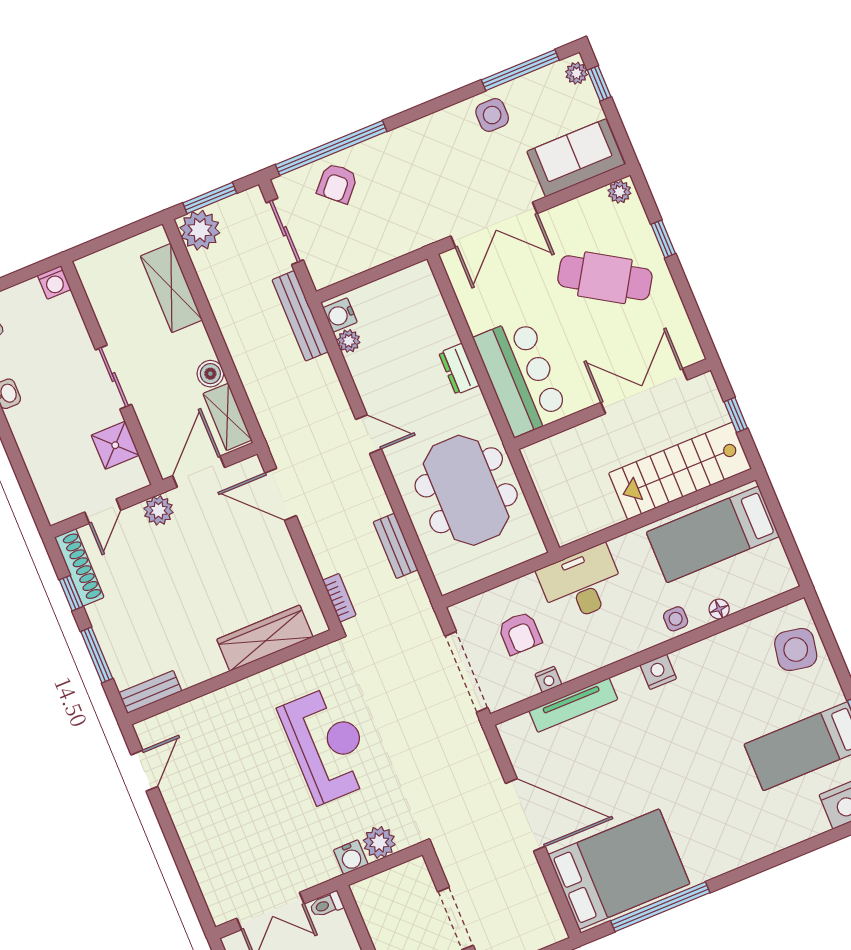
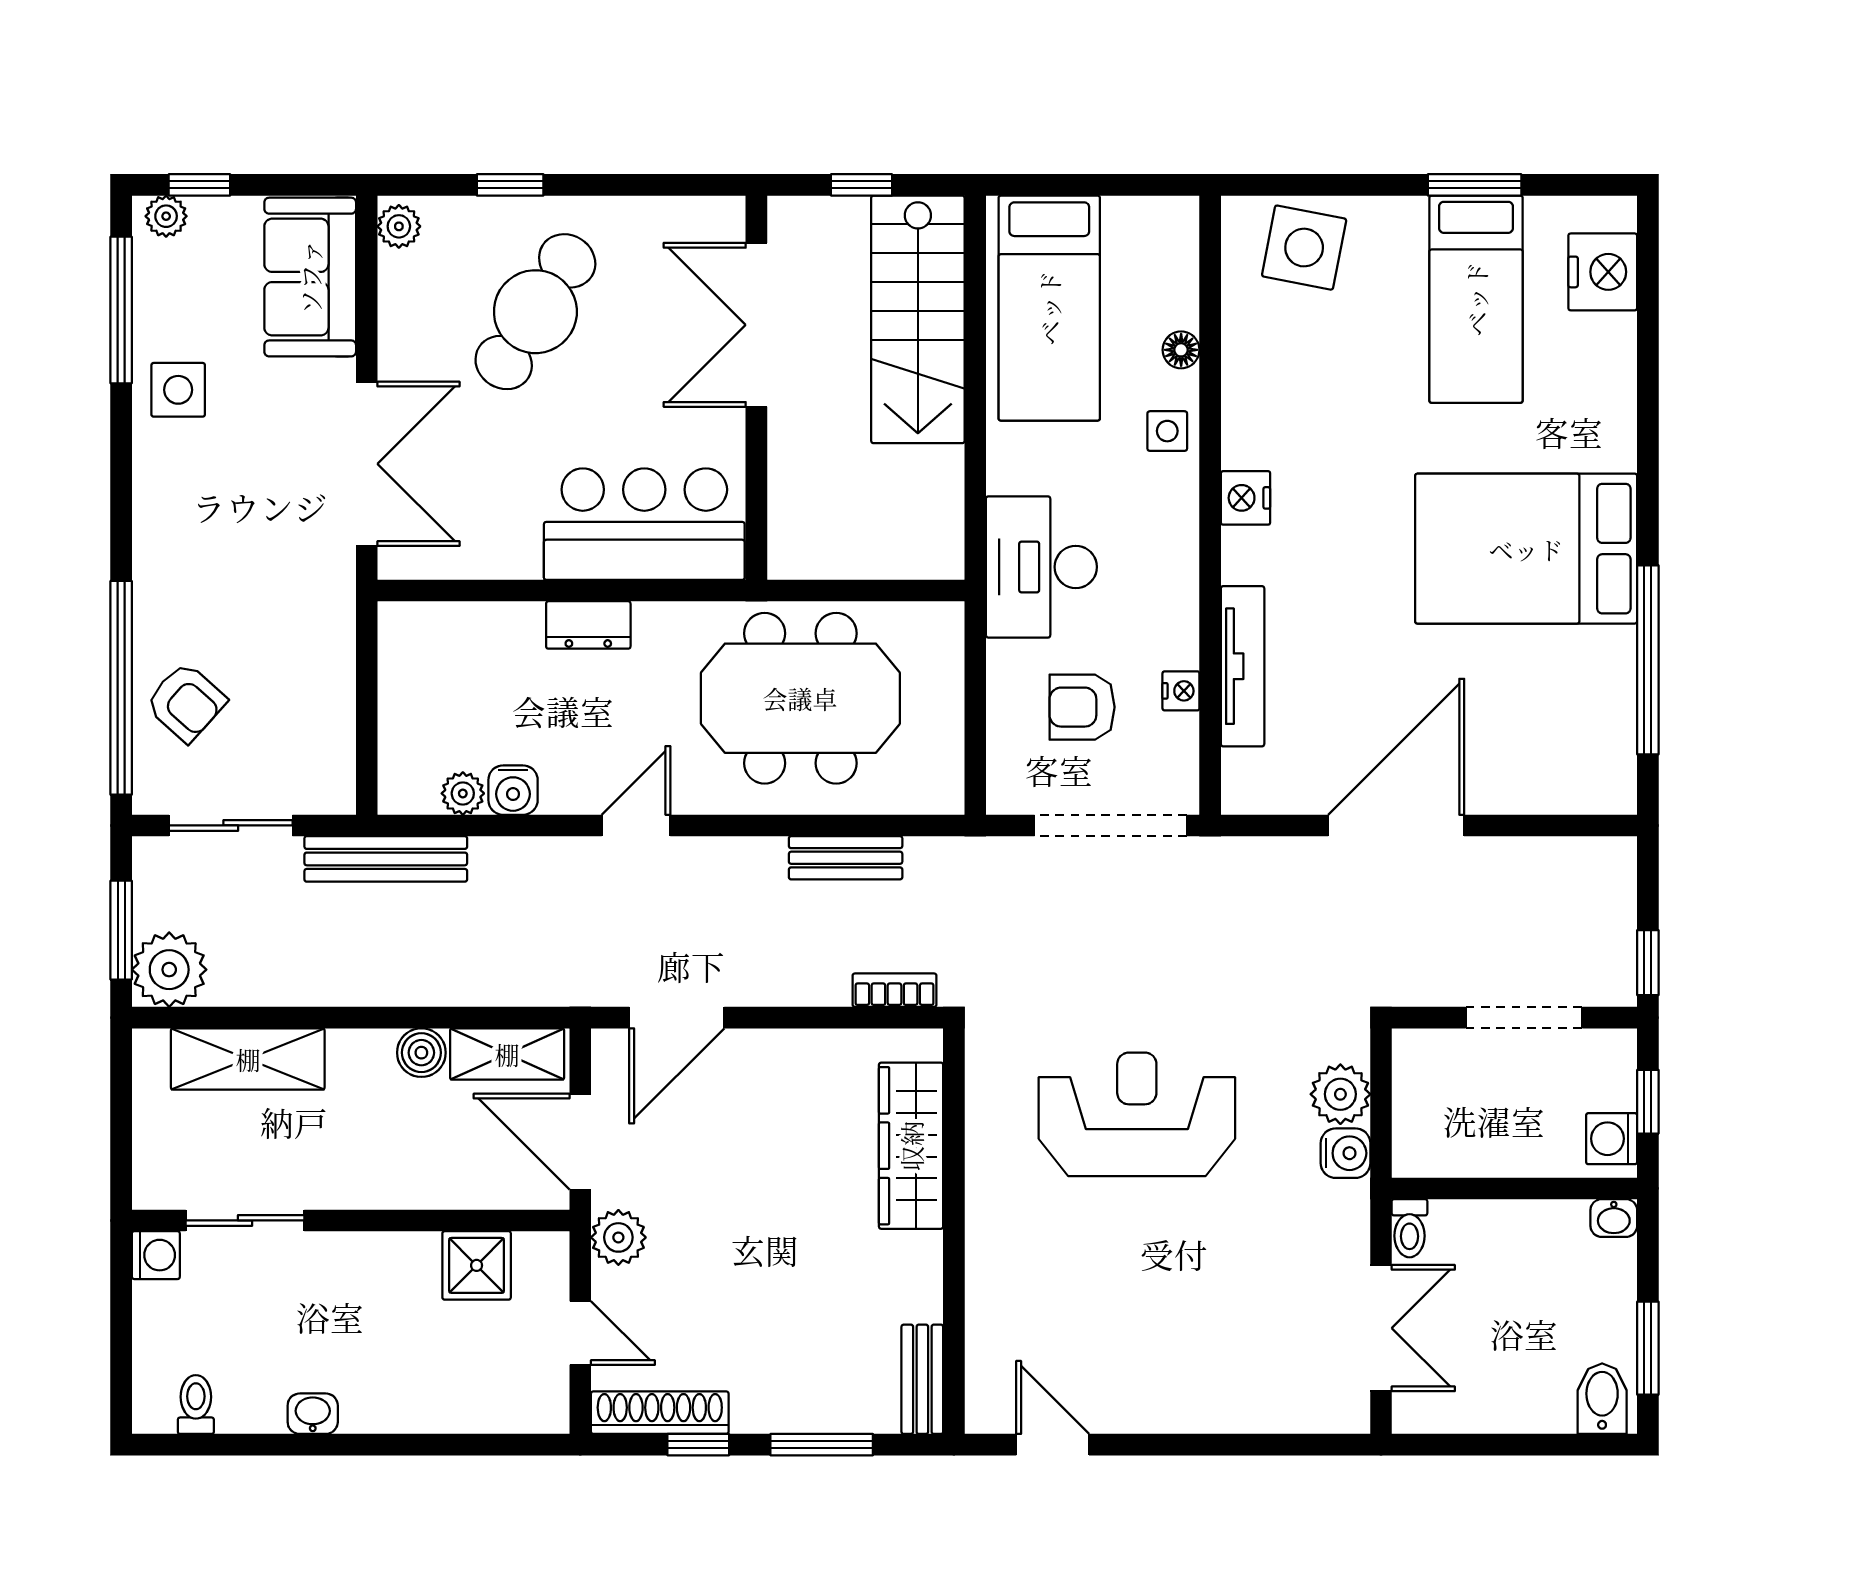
water cooler: (340, 315) -> (513, 790), moved
sliding door: (113, 377) -> (245, 1220), moved
armchair: (520, 633) -> (1082, 707), turned 180
bed: (619, 869) -> (1526, 549), moved, turned -90

